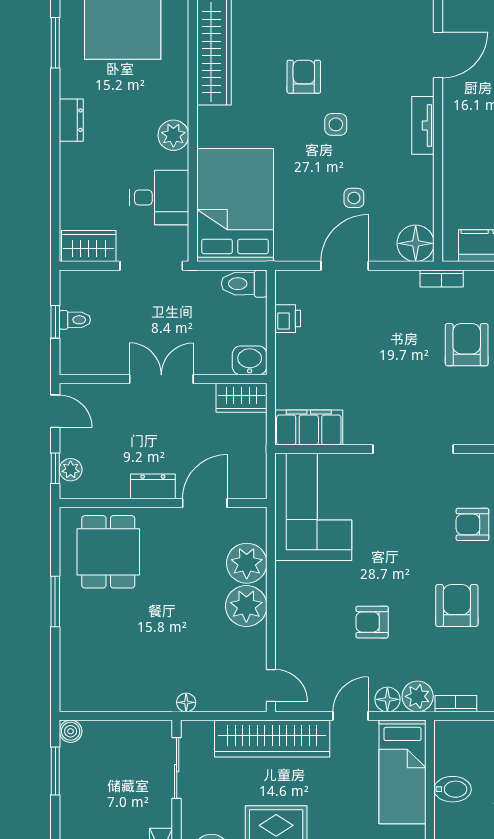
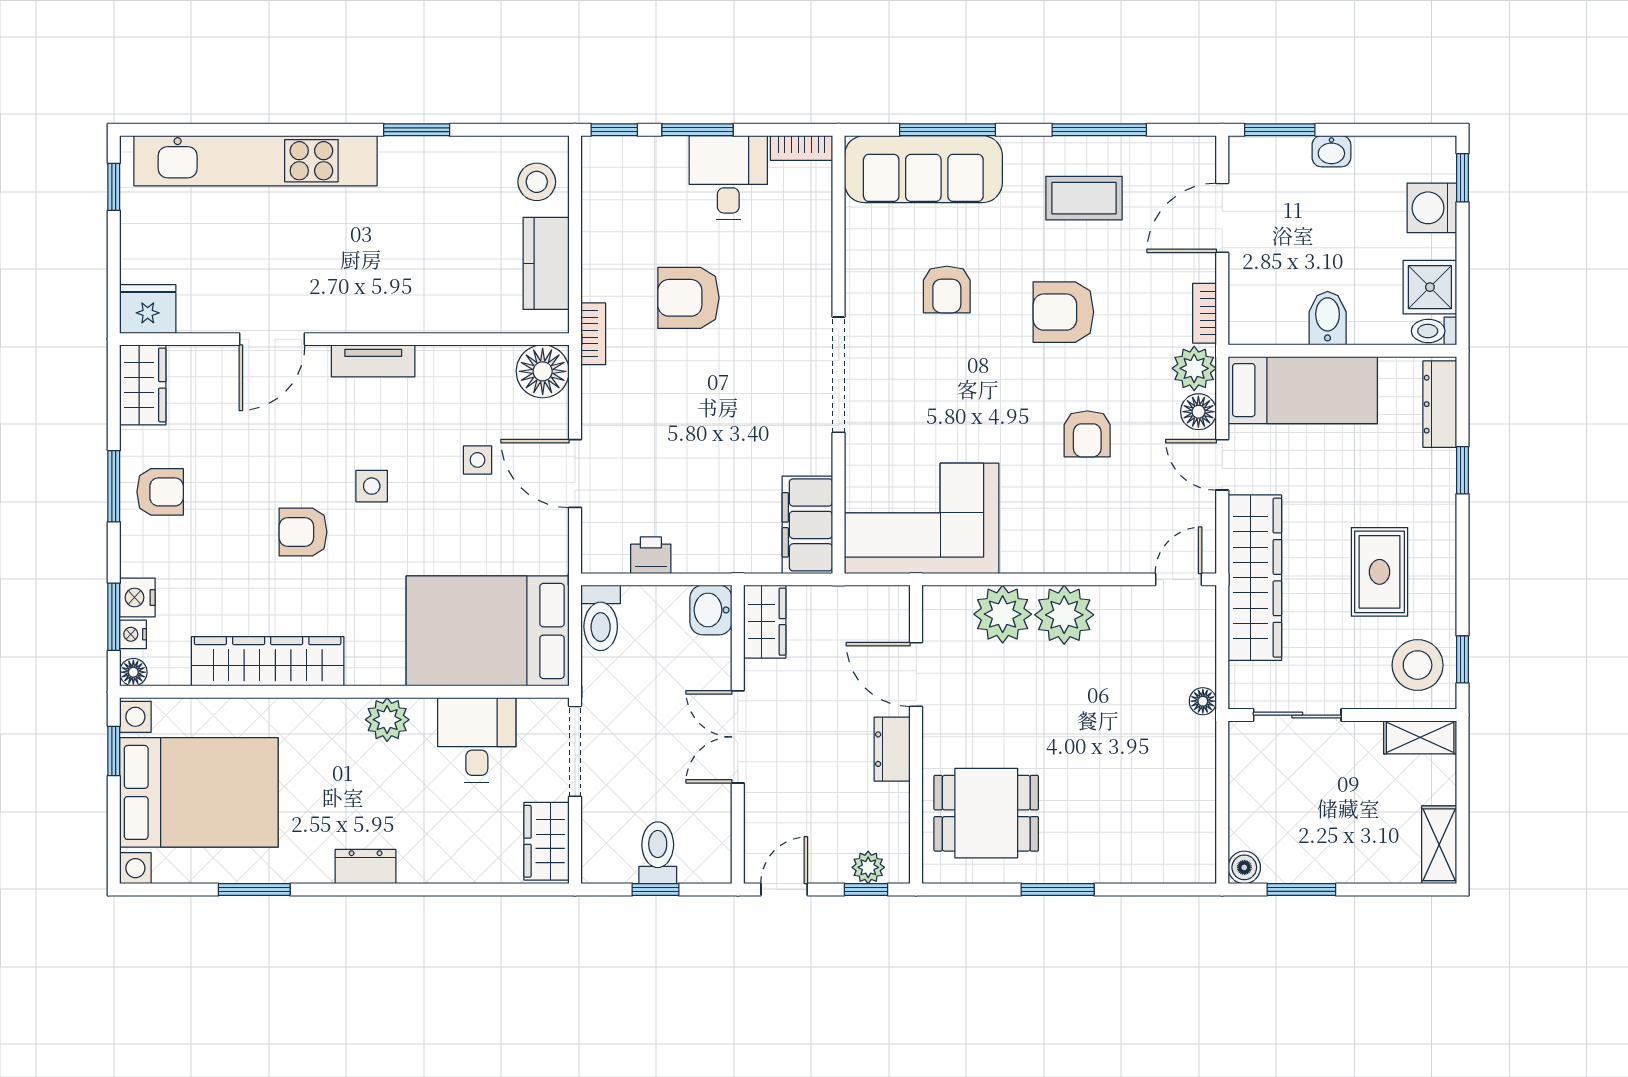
door: (438, 55) -> (272, 339), swing flipped
toilet: (75, 320) -> (658, 853), width x1.37, depth x1.39

